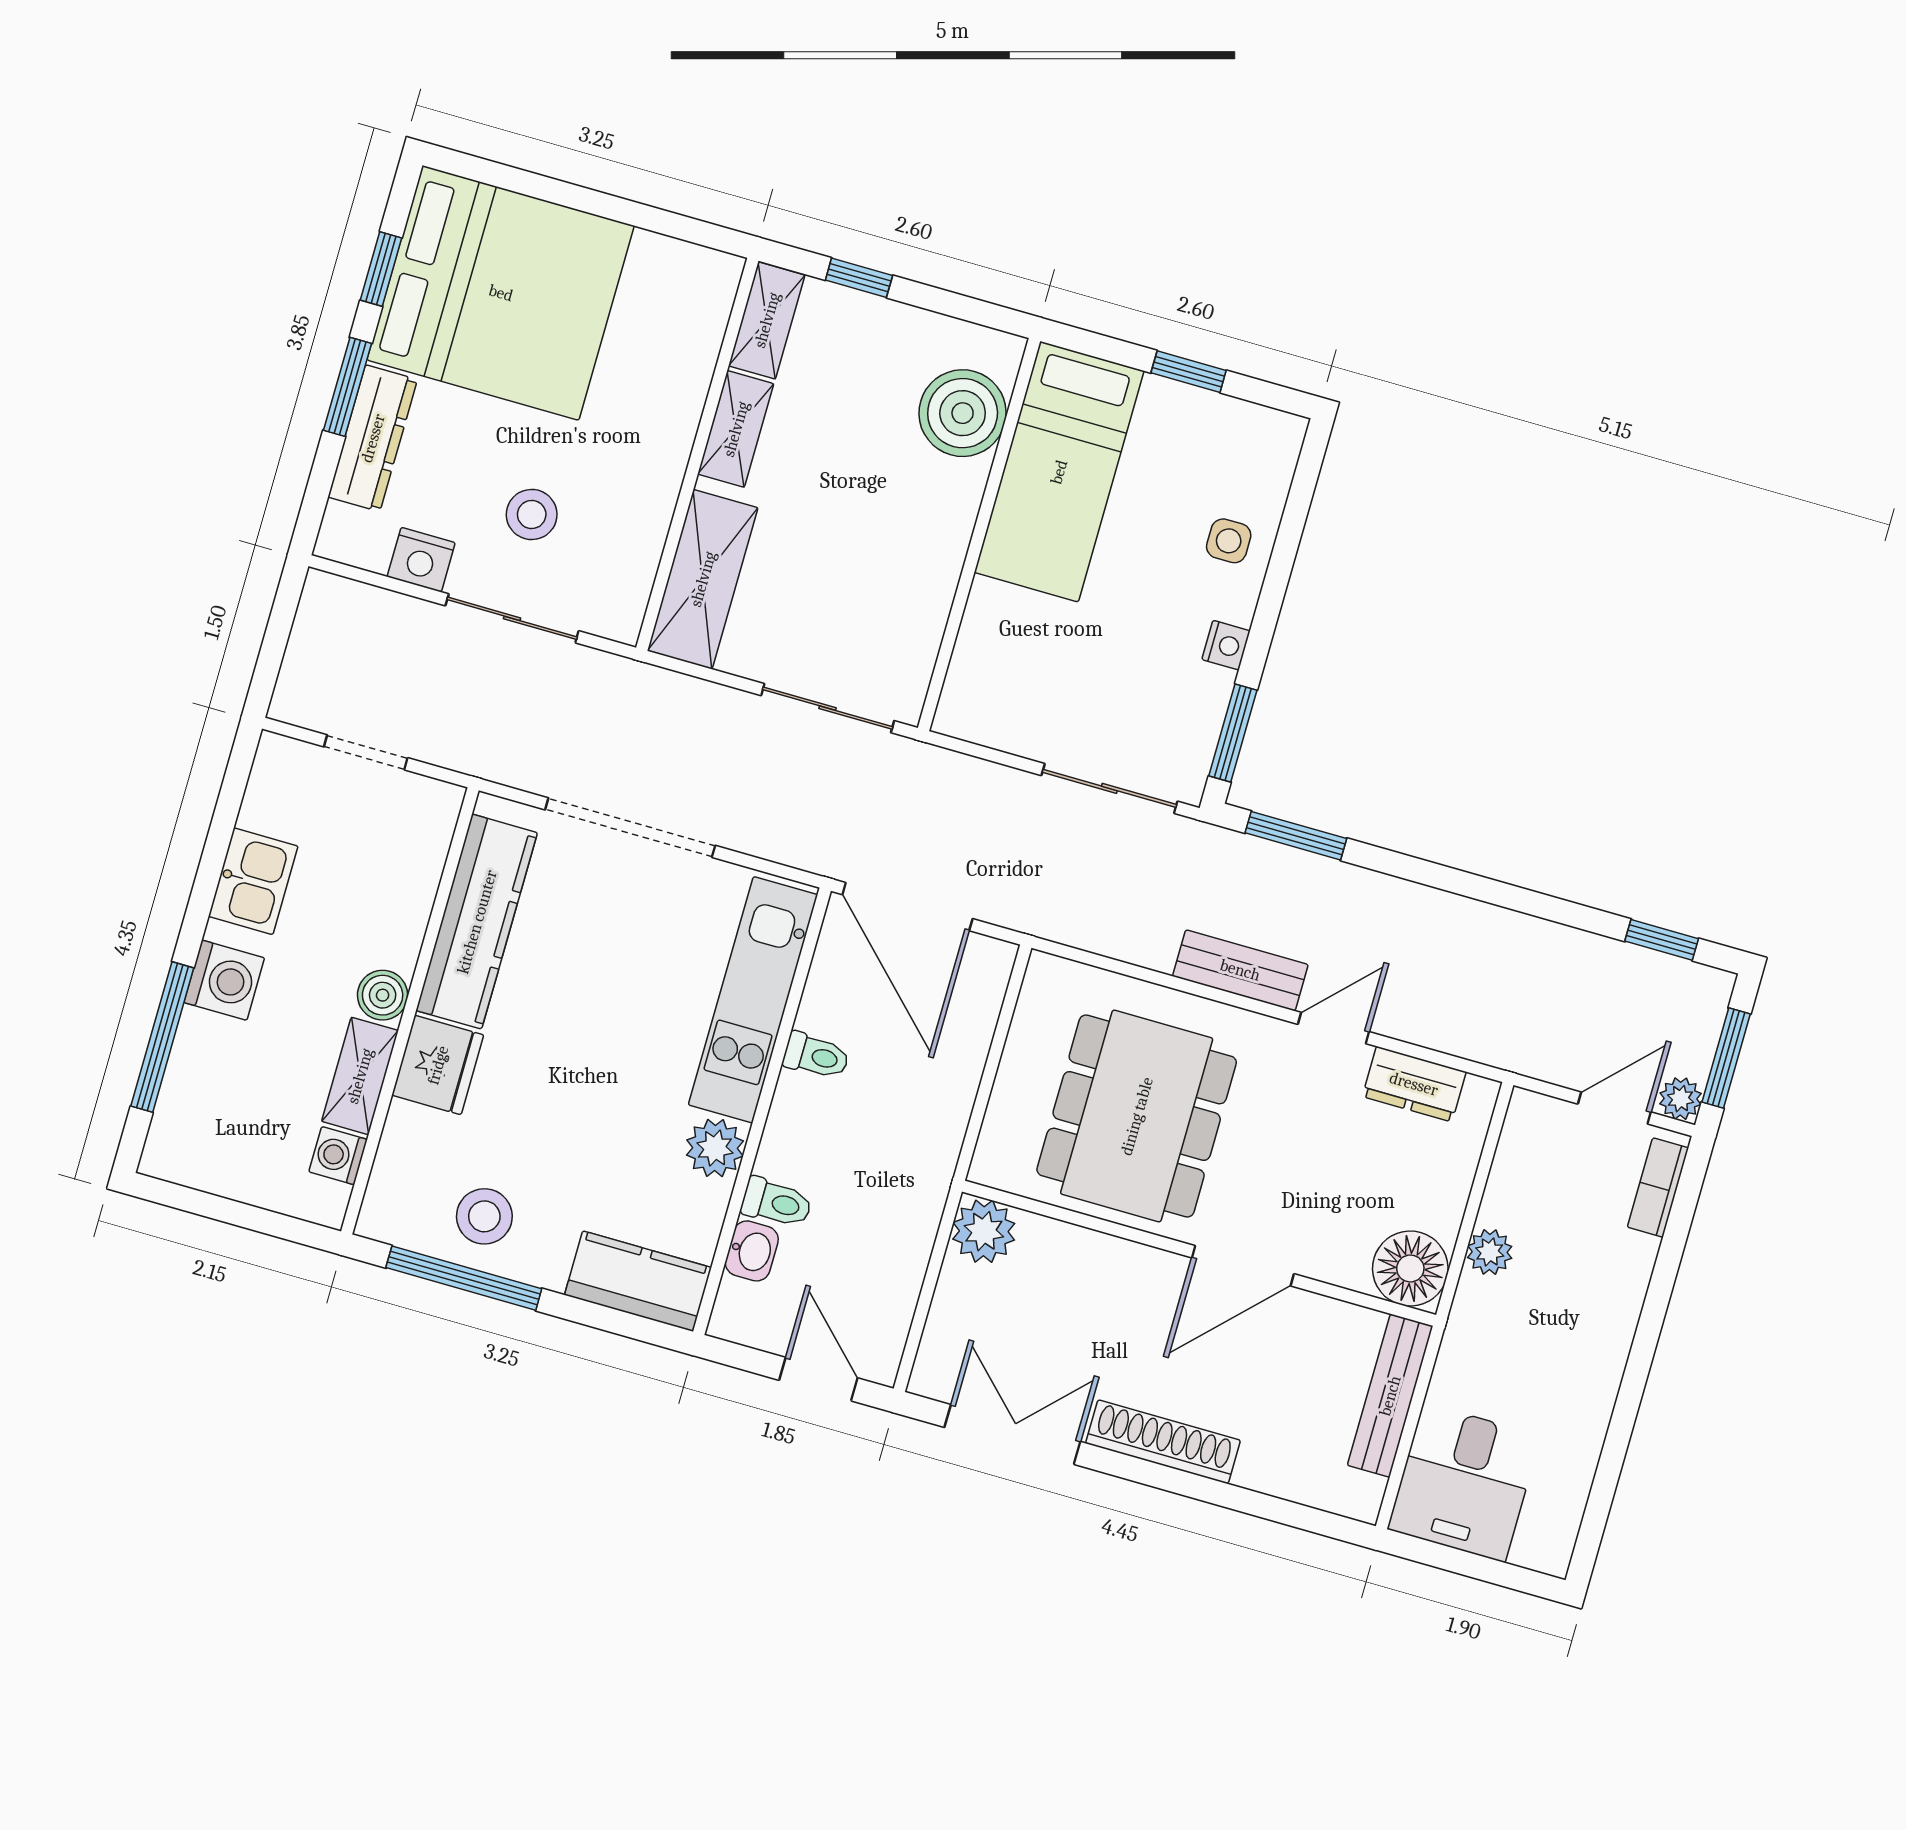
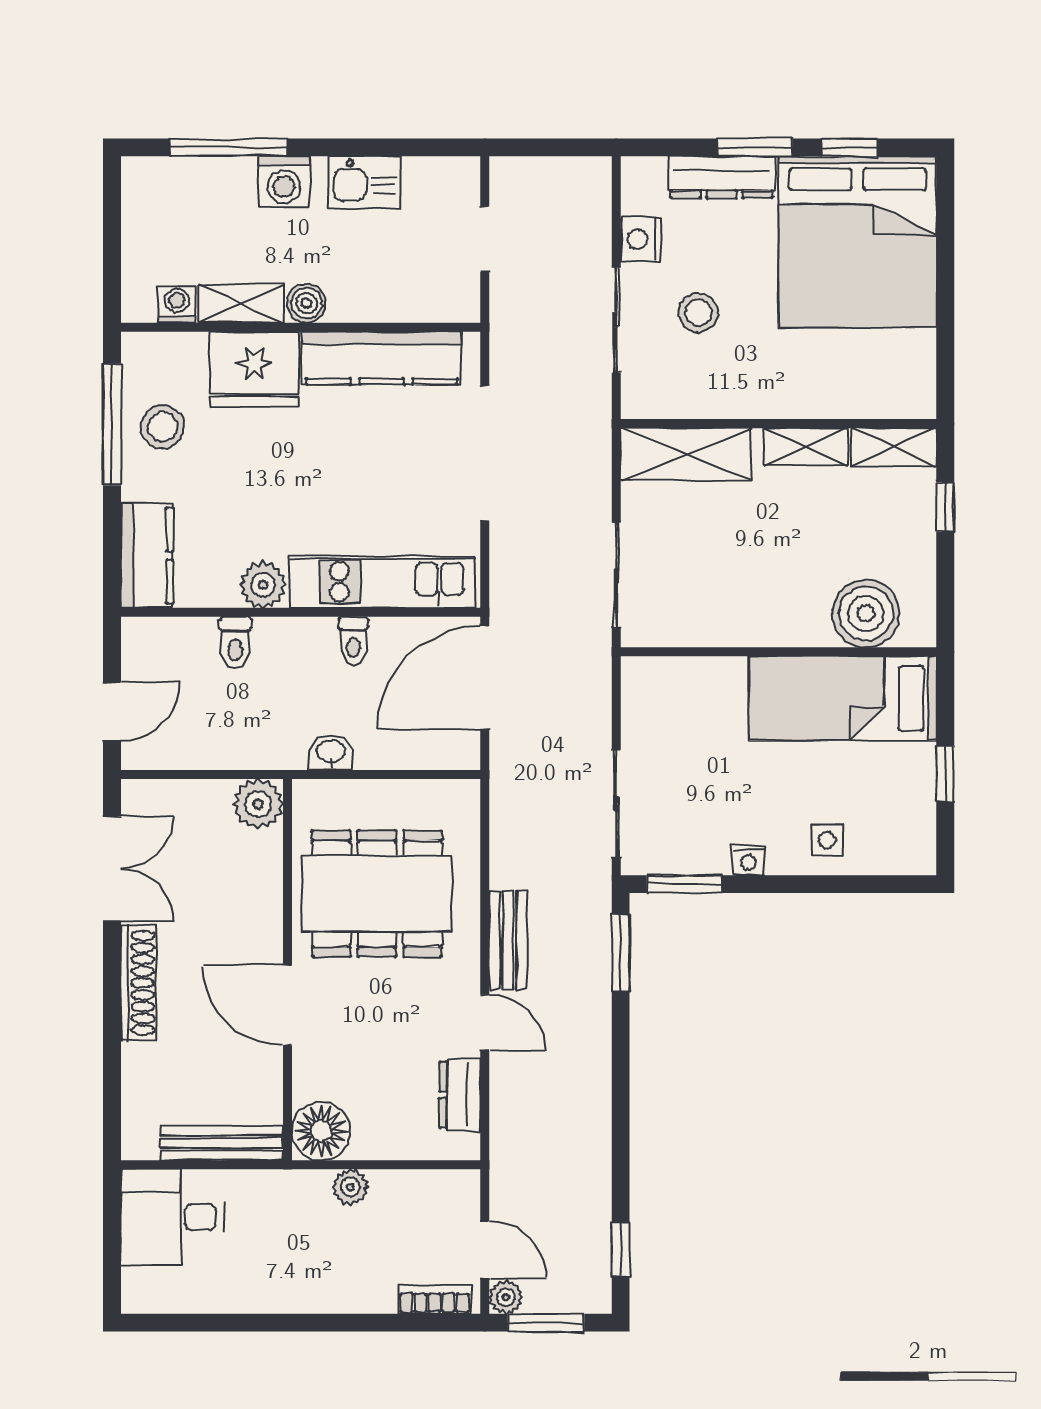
fridge: (438, 1065) -> (254, 369), width x1.36, depth x1.34
washbasin: (752, 1251) -> (331, 752), moved, turned 180

